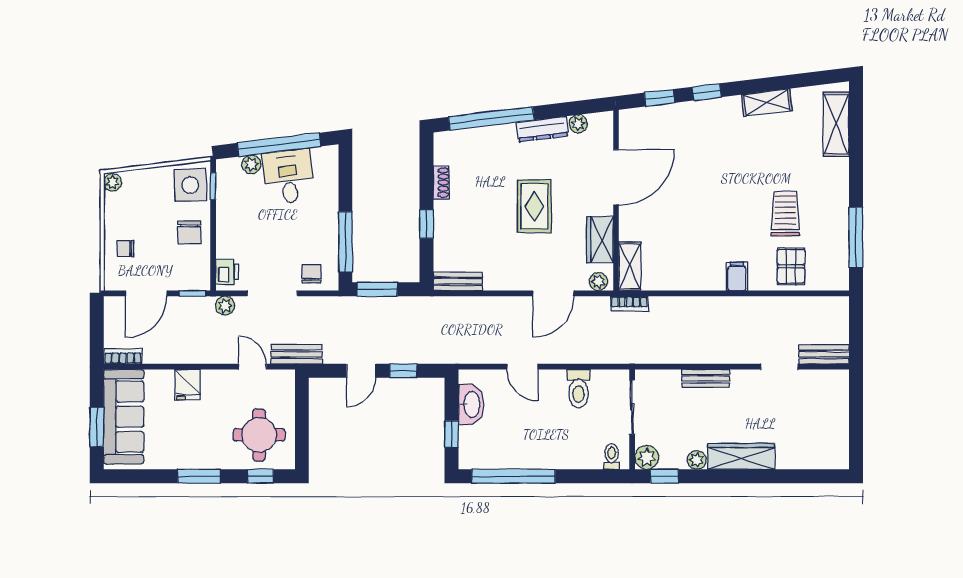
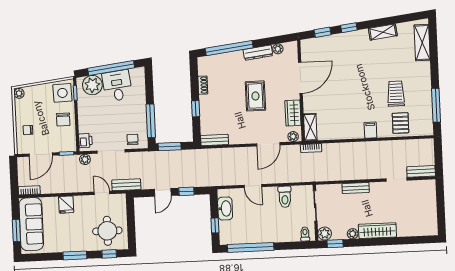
plant: (251, 164) -> (92, 85), width x1.88, depth x1.88

